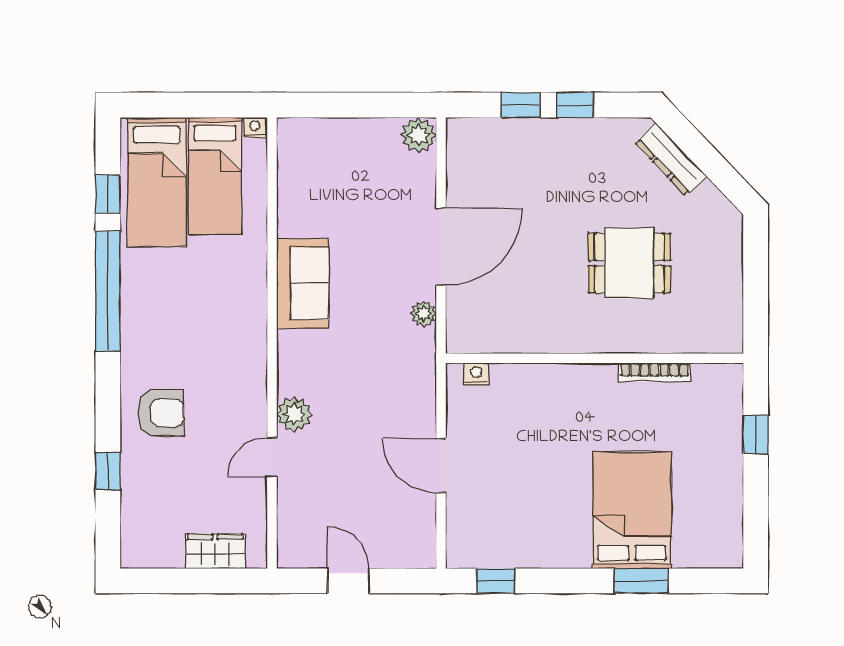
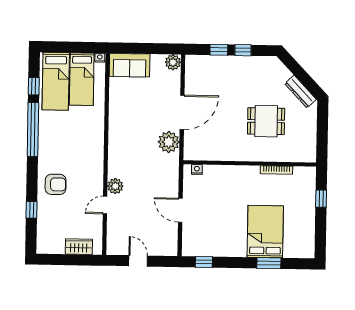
dresser: (671, 159) -> (300, 92), moved
sofa: (303, 284) -> (130, 65), moved, turned 90
plant: (423, 314) -> (169, 142), width x1.87, depth x1.87

